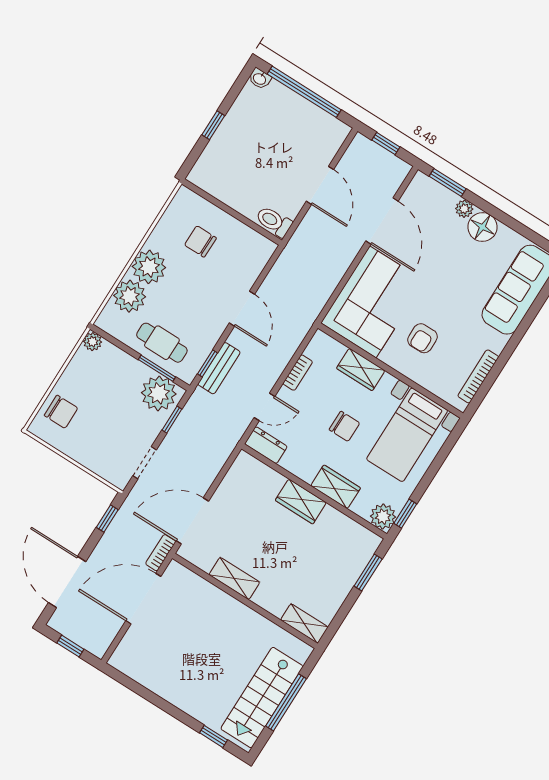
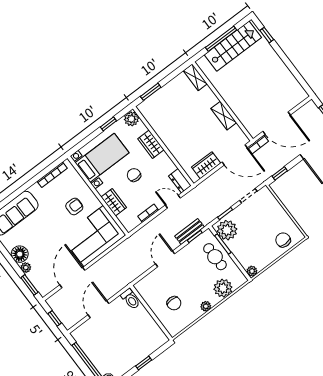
plant: (149, 267) -> (206, 306), width x0.53, depth x0.53
wardrobe: (301, 501) -> (206, 165), moved, turned -90
window: (405, 514) -> (108, 124), moved

